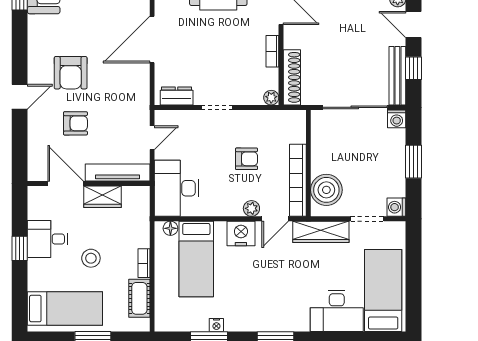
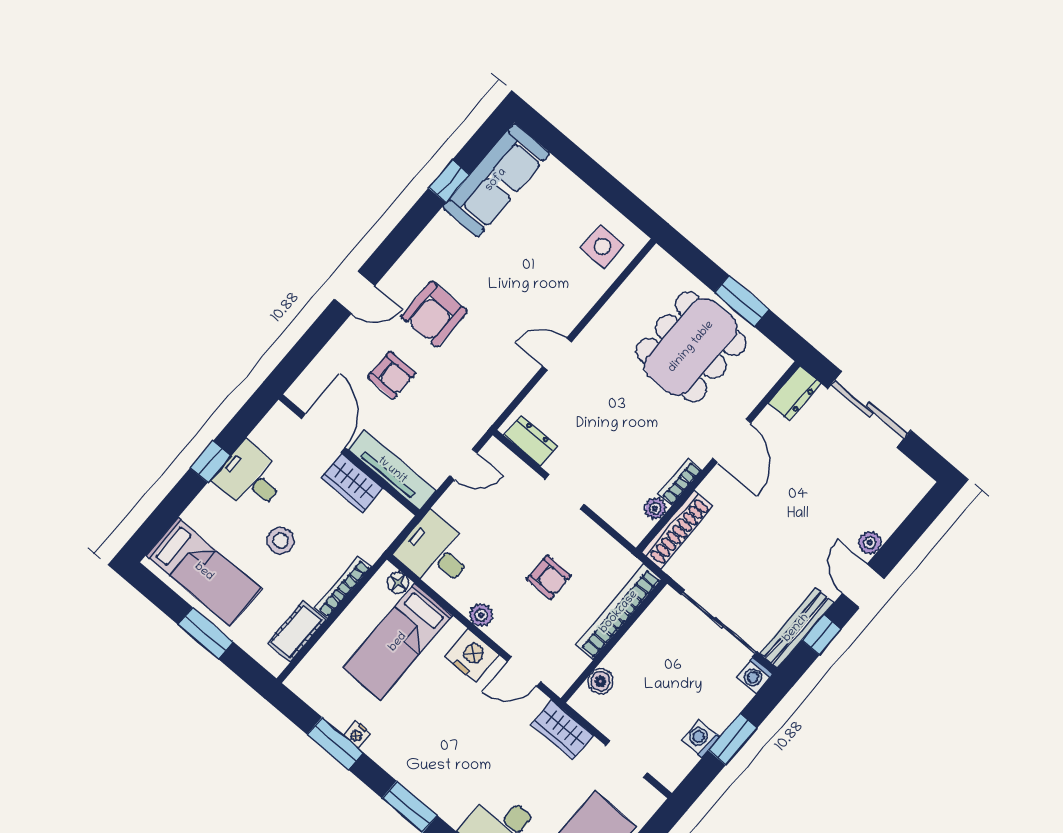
door: (152, 39) -> (557, 354), width x0.53
plant: (271, 98) -> (655, 508), moved
bookcase: (298, 180) -> (619, 612), moved
desk: (177, 188) -> (435, 552), width x0.73
boiler: (326, 190) -> (600, 681), width x0.54, depth x0.54
washing machine: (396, 207) -> (701, 738), moved
plant: (251, 208) -> (481, 615), moved
wardrobe: (321, 232) -> (562, 730), width x0.67
bookcase: (144, 263) -> (343, 587), width x1.56

